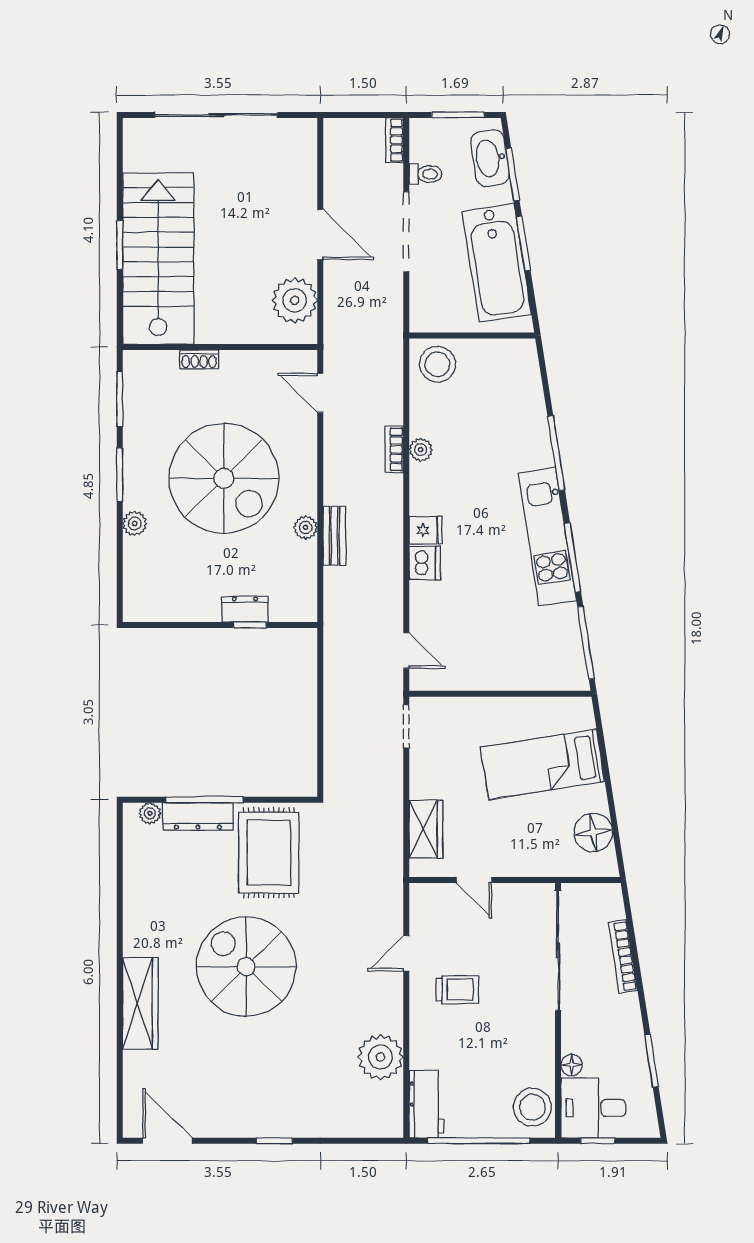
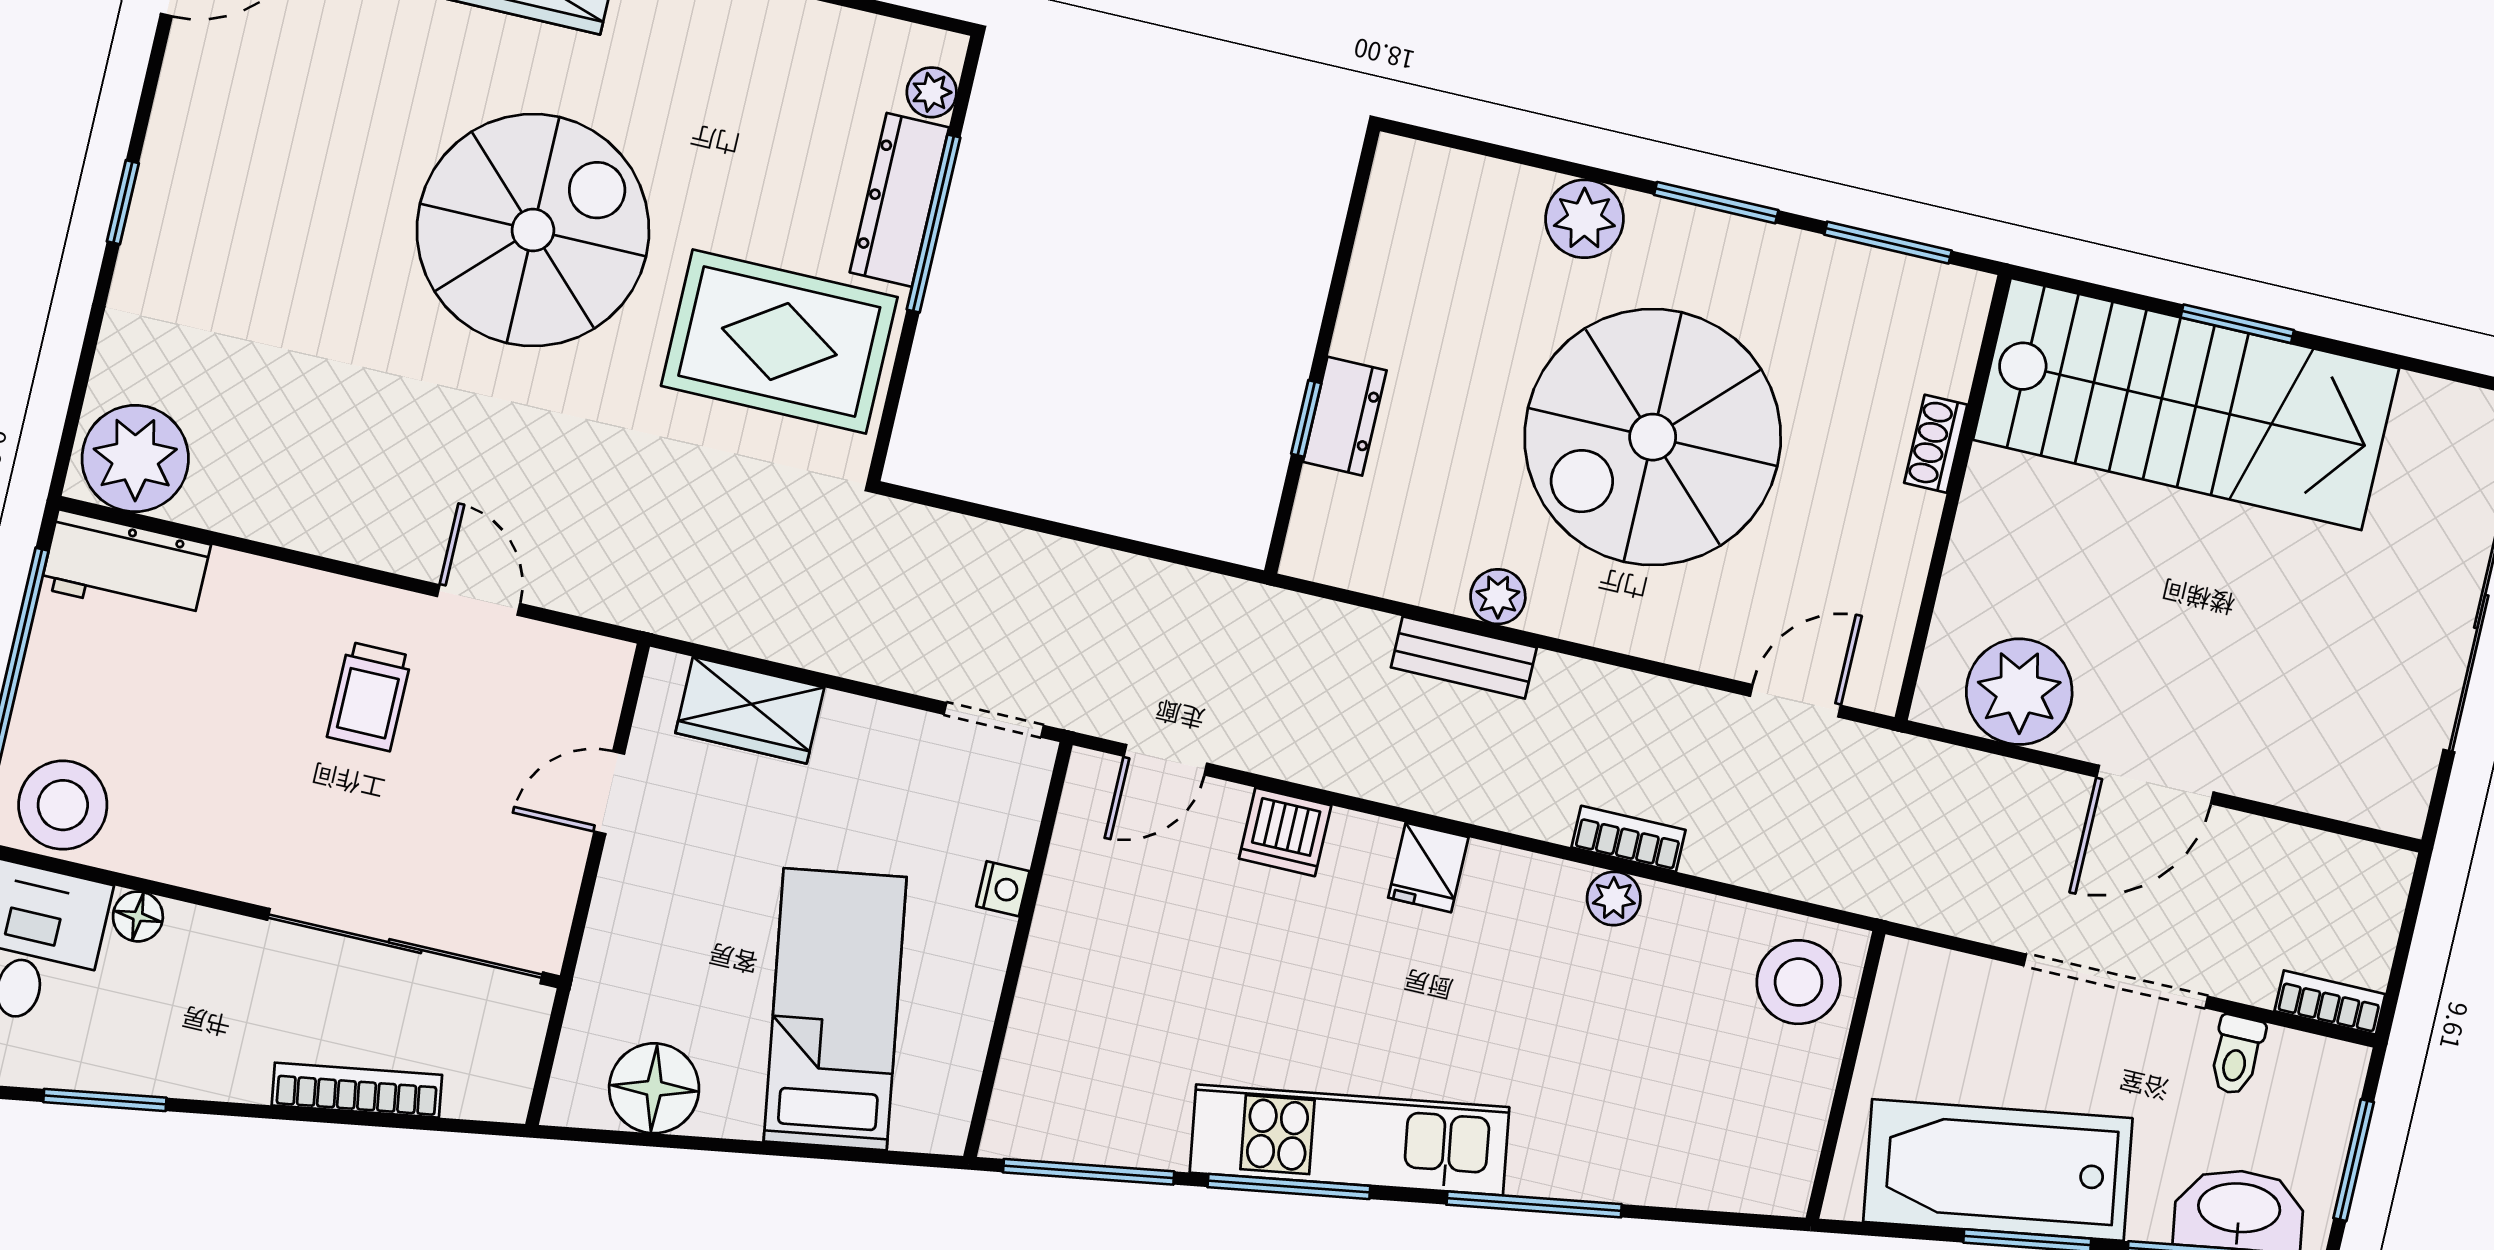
plant: (135, 523) -> (1584, 219), width x1.38, depth x1.38
dishwasher: (425, 563) -> (1285, 832), moved
nightstand: (476, 706) -> (1003, 889), added
plant: (380, 1057) -> (135, 459), moved

